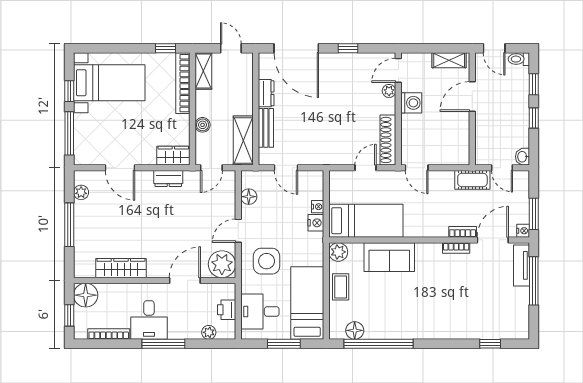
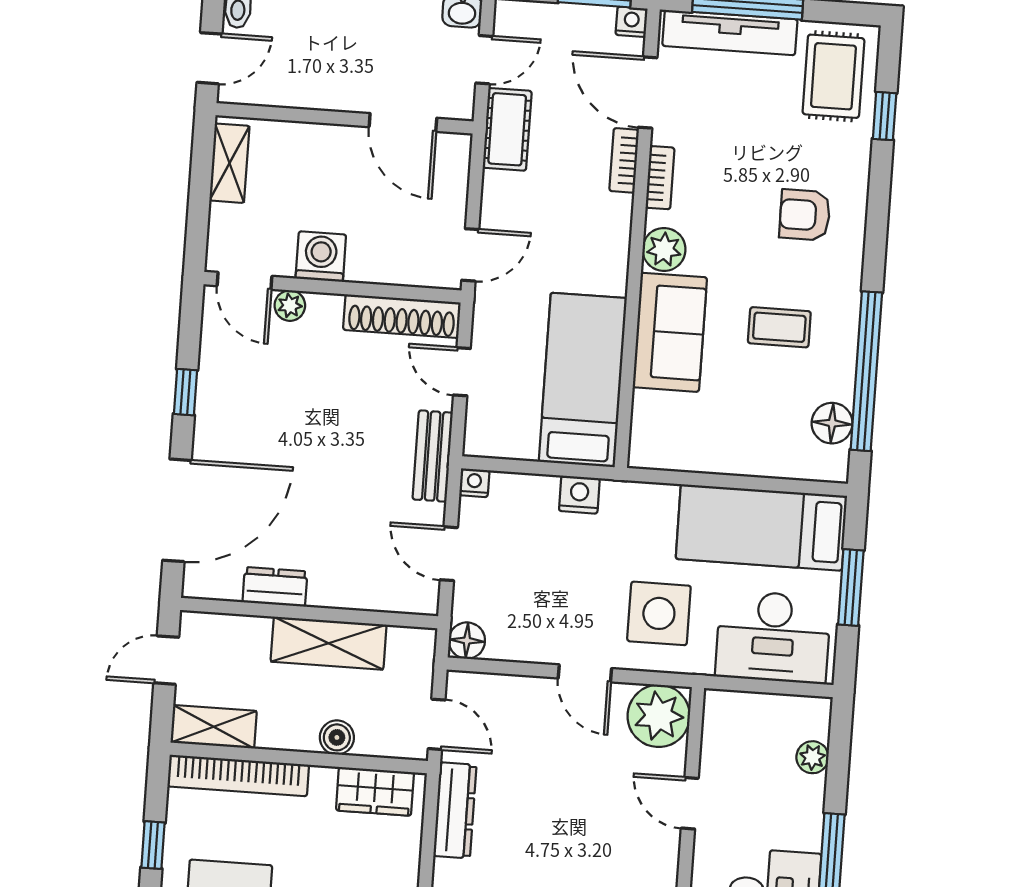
window: (165, 48) -> (153, 845), moved
door: (472, 97) -> (403, 122), moved
bench: (266, 128) -> (433, 456), moved, turned 90
shelving: (243, 141) -> (329, 643), moved
wardrobe: (173, 156) -> (375, 791), moved, turned -90
door: (286, 168) -> (449, 554), swing flipped
dresser: (168, 179) -> (455, 810), width x1.44
floor lamp: (249, 197) -> (467, 641), moved
nightstand: (318, 207) -> (474, 483), moved
plant: (338, 252) -> (664, 249), moved
tv unit: (521, 265) -> (730, 33), width x1.41
door: (185, 280) -> (690, 803), width x0.73
coffee table: (341, 287) -> (779, 327), moved
printer: (227, 310) -> (764, 713), removed
desk: (260, 312) -> (773, 637), width x1.37
armchair: (444, 312) -> (805, 215), added
rug: (506, 320) -> (833, 76), added

